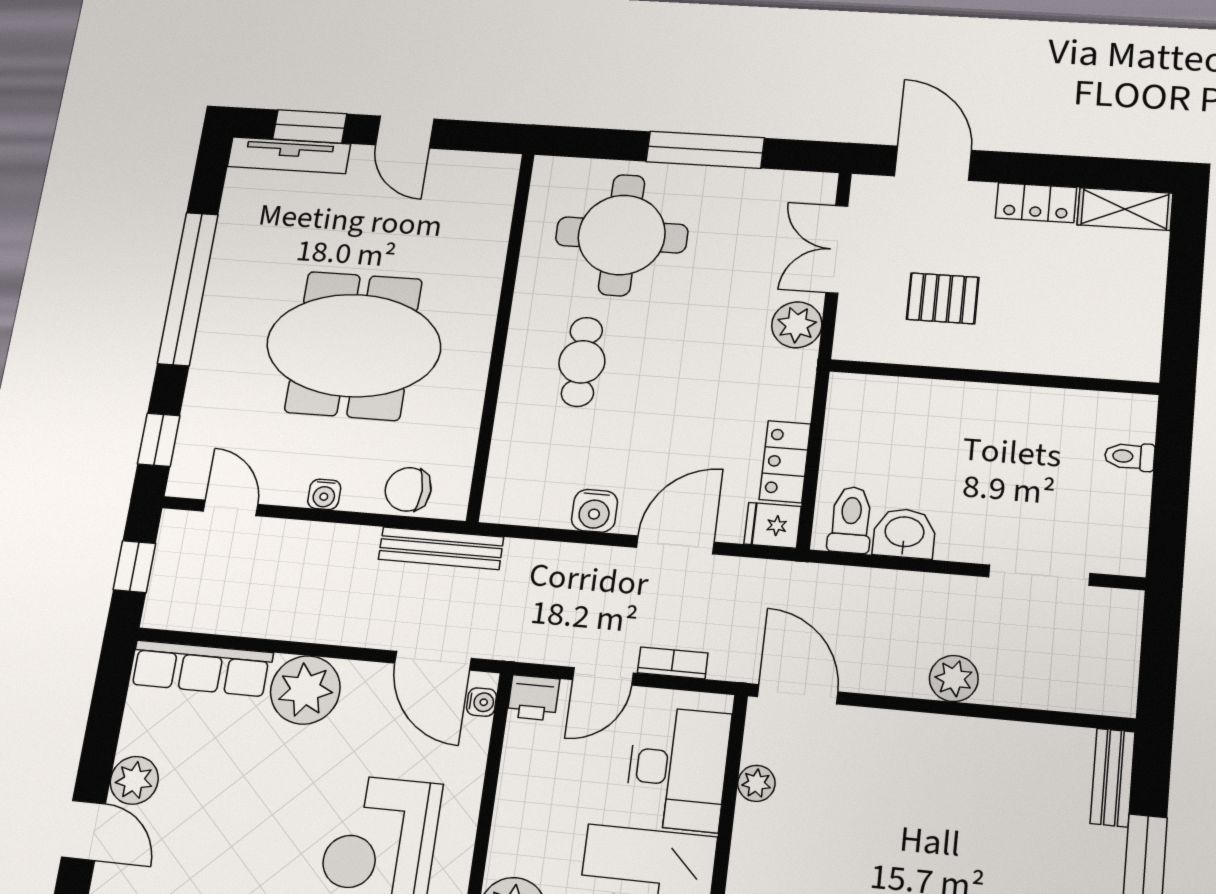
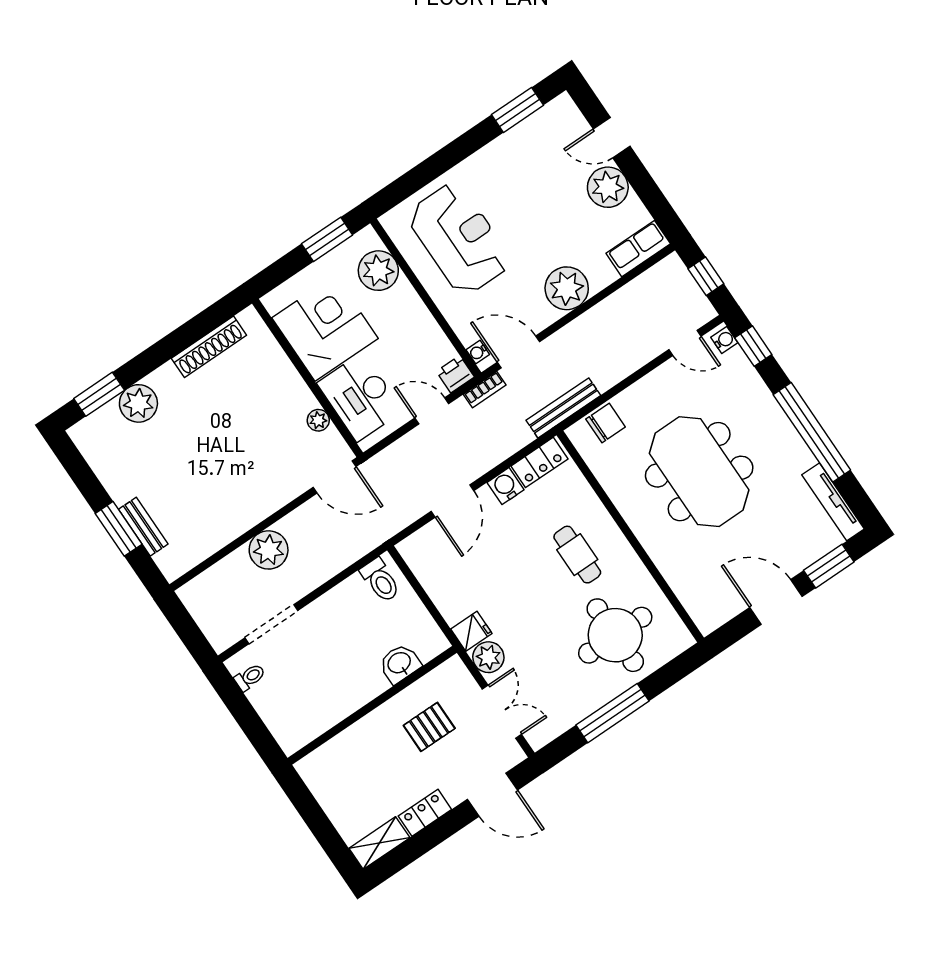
door: (405, 132) -> (776, 602), width x1.38
tv unit: (289, 155) -> (833, 502), moved, turned -90
meeting table: (354, 345) -> (699, 472), turned 90
toilet: (1130, 457) -> (250, 677), moved
locker: (785, 462) -> (539, 462), moved, turned 90
water cooler: (324, 494) -> (724, 340), moved, turned 90
fridge: (773, 525) -> (471, 631), moved
washbasin: (904, 533) -> (400, 663), moved, turned 180
bookcase: (673, 663) -> (485, 390), moved
row of seats: (201, 668) -> (638, 249), width x0.68
door: (603, 676) -> (432, 411), hinge flipped
plant: (954, 679) -> (269, 550), width x1.36, depth x1.36
bench: (1113, 778) -> (143, 527), moved
plant: (134, 780) -> (608, 187), width x1.36, depth x1.36

